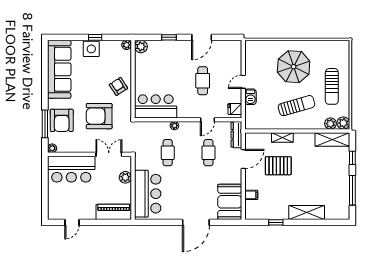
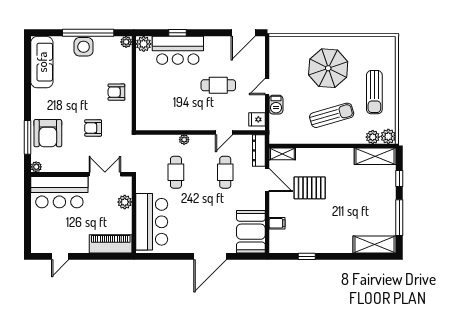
window: (95, 37) -> (88, 33), width x3.17
door: (202, 37) -> (243, 33), moved
sofa: (59, 69) -> (42, 62), width x0.74, depth x0.79
cafe table: (203, 81) -> (218, 85), turned 90
armchair: (118, 86) -> (116, 92), turned -57
bar counter: (156, 106) -> (178, 50), moved, turned 180
armchair: (99, 116) -> (93, 128), width x0.53, depth x0.53
shelving: (282, 137) -> (282, 154), moved
door: (243, 159) -> (267, 180), hinge flipped
shelving: (307, 212) -> (374, 244), moved

